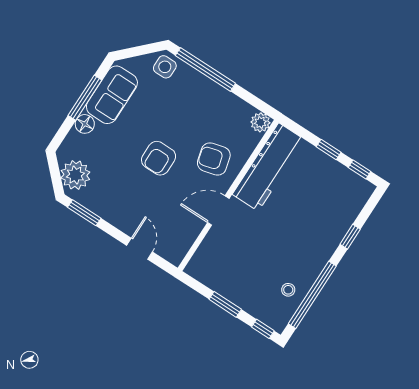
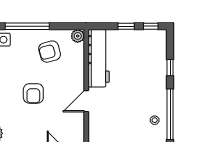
armchair: (214, 159) -> (50, 52), moved

